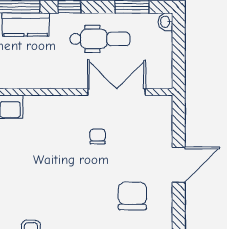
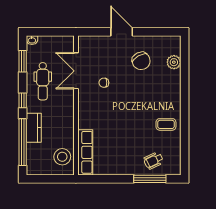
dental chair: (100, 39) -> (43, 81), turned 180
chair: (132, 196) -> (141, 61), turned -119

